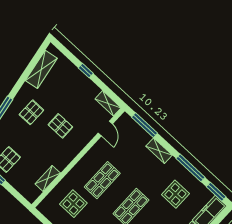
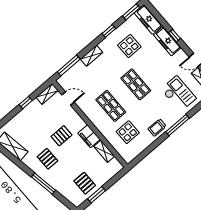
window: (86, 71) -> (26, 103), moved
filing cabinet: (63, 159) -> (89, 136), added
window: (190, 168) -> (109, 31), width x0.46

